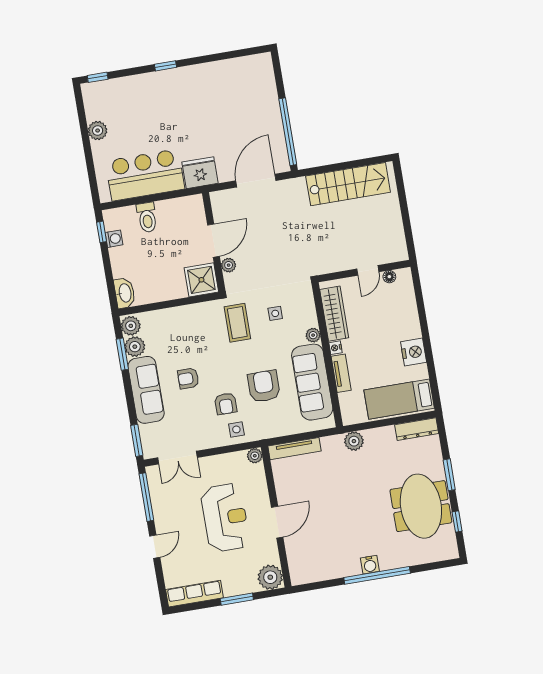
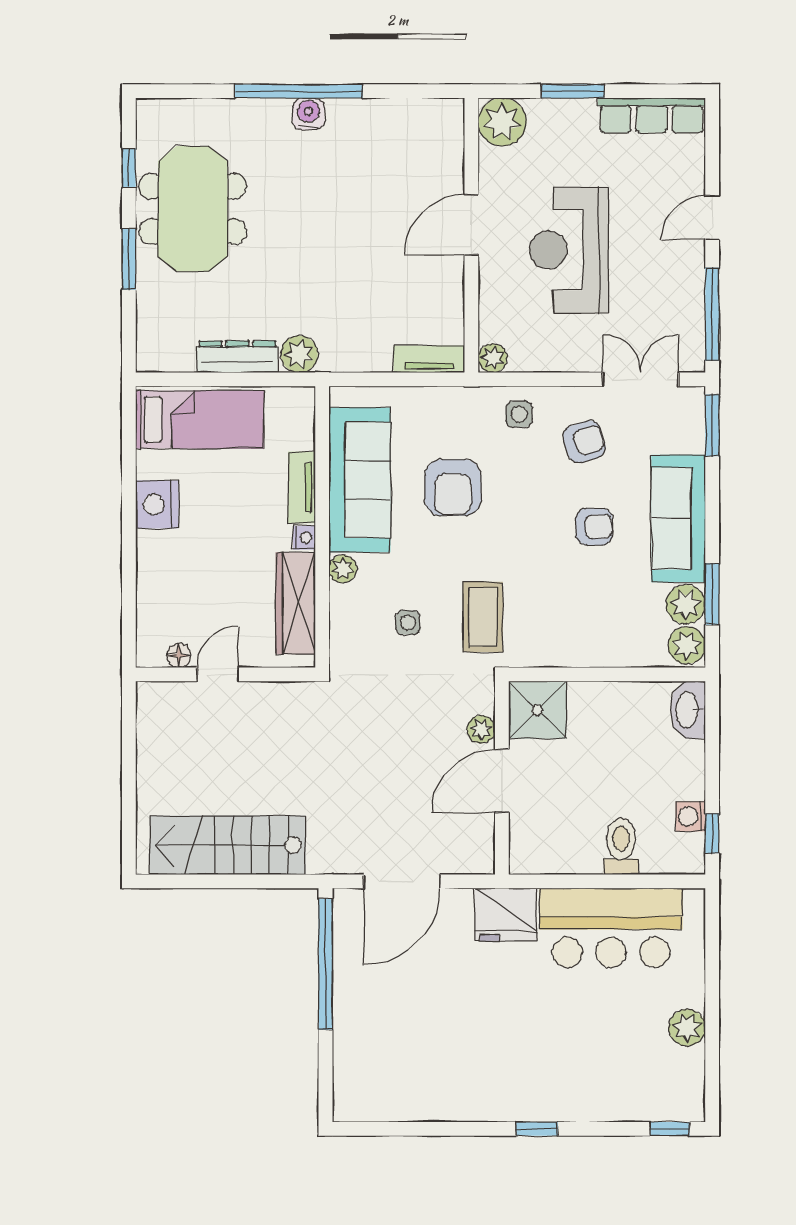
armchair: (226, 404) -> (584, 442), moved, turned 72
dresser: (417, 429) -> (237, 357), moved
tv unit: (295, 449) -> (429, 359), width x0.71

